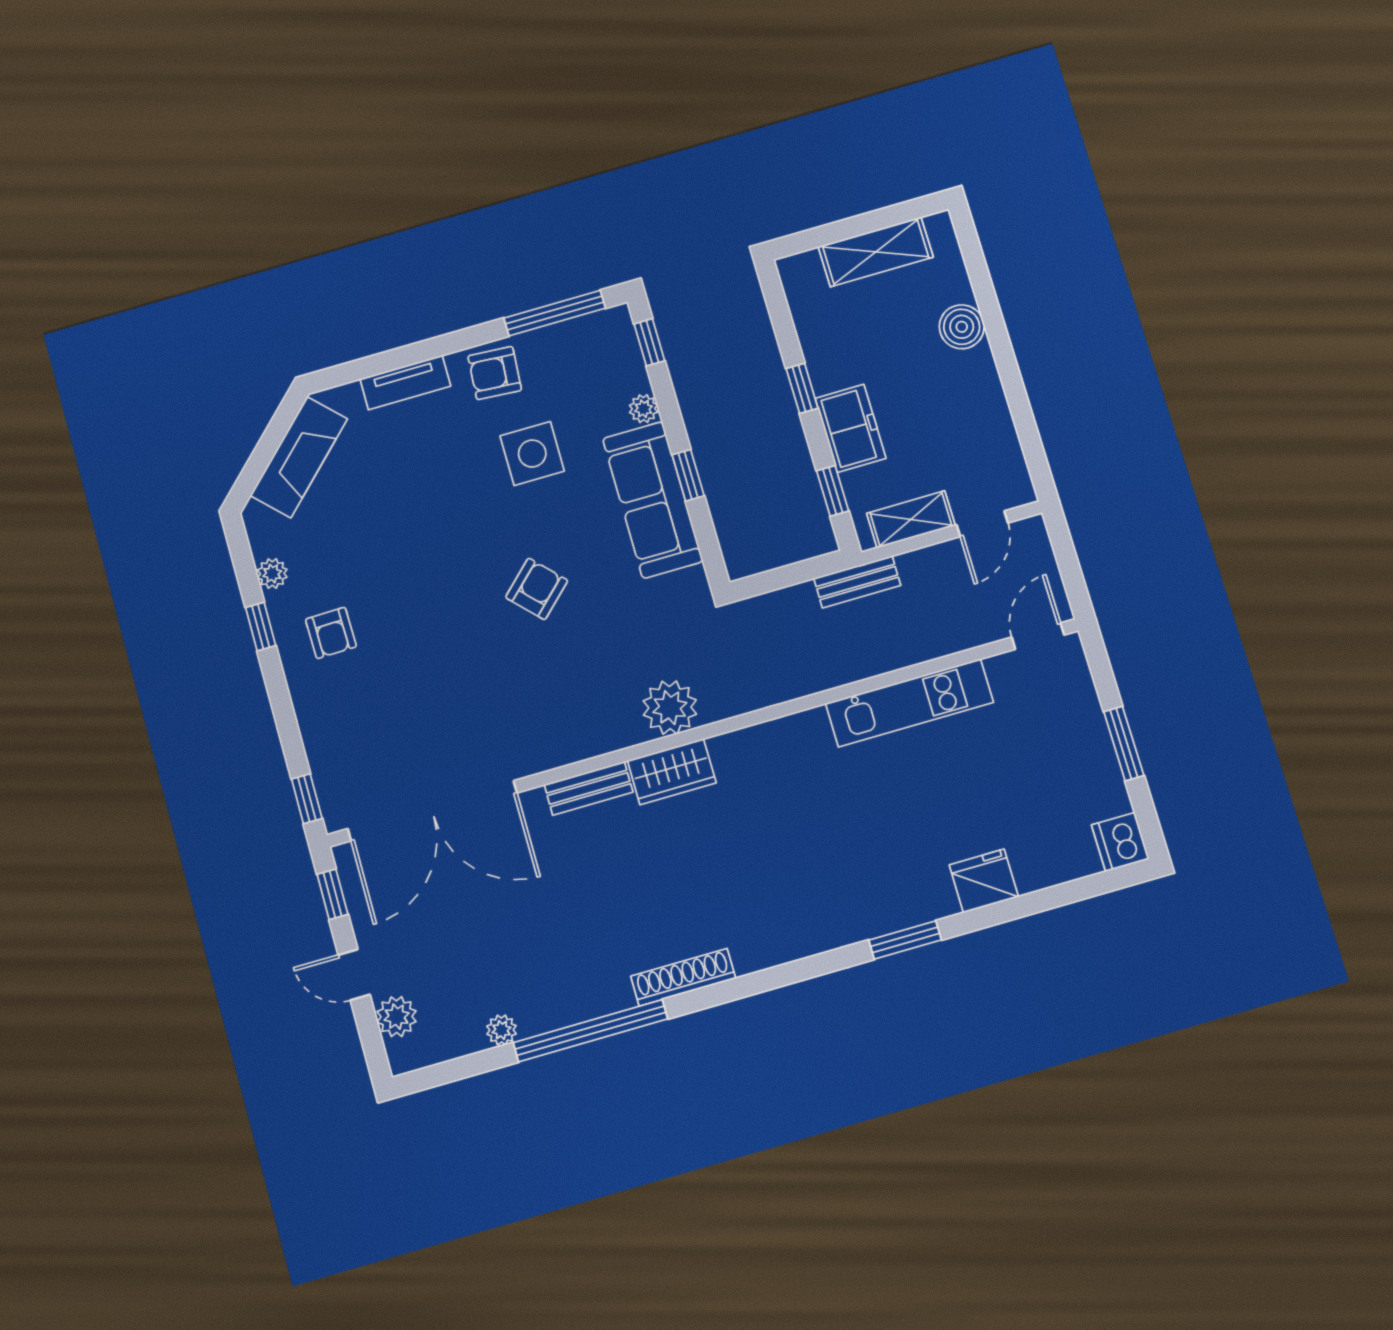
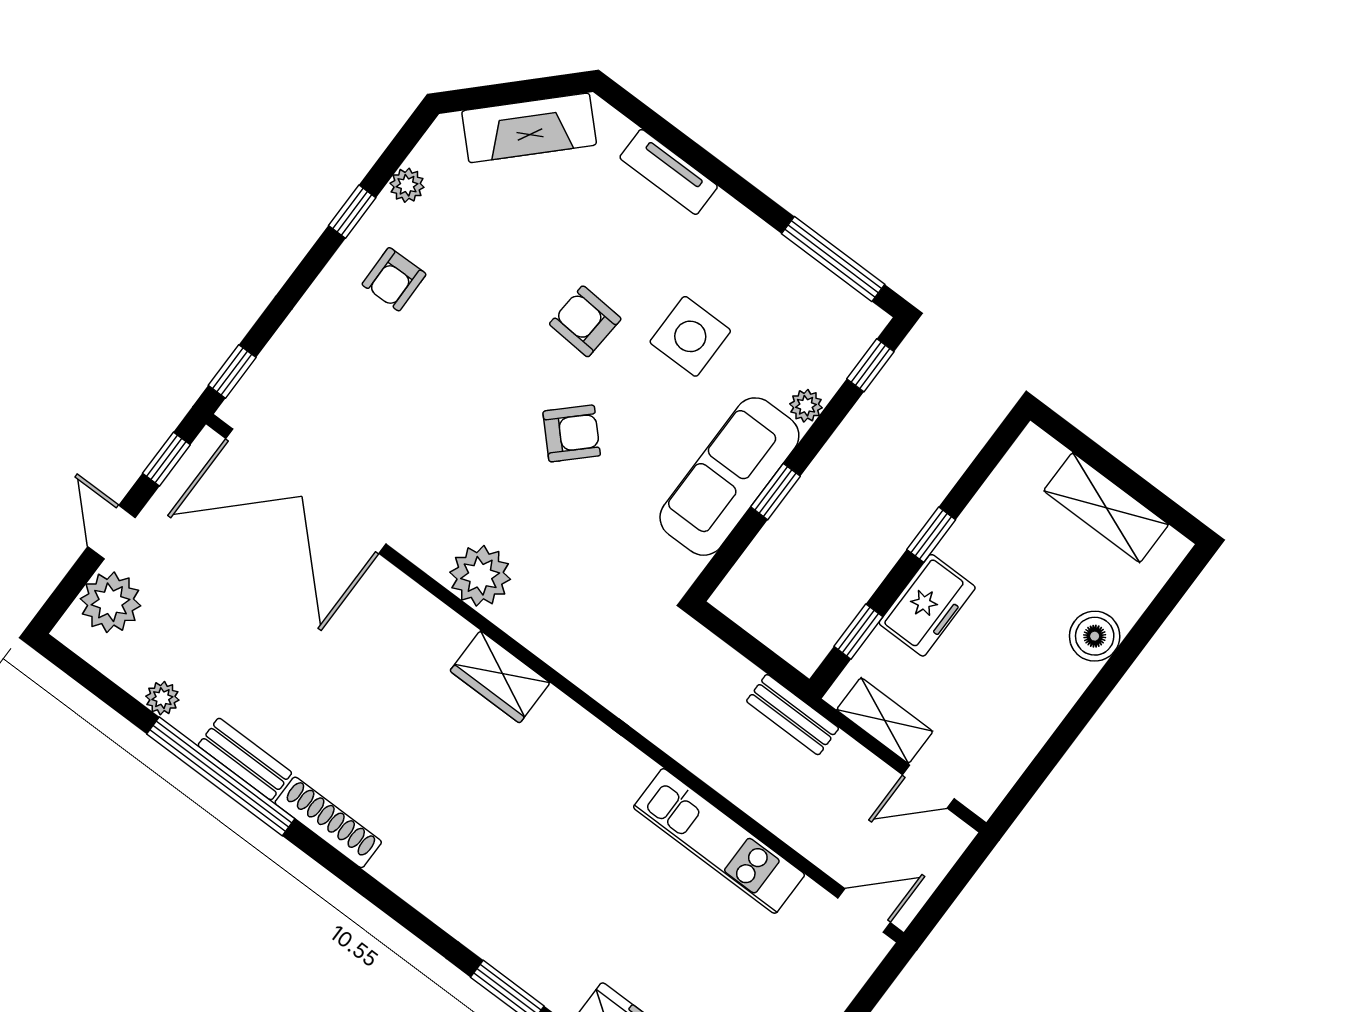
armchair: (495, 373) -> (585, 321), moved
plant: (670, 708) -> (480, 576), moved
bench: (589, 788) -> (245, 759), moved
plant: (397, 1017) -> (110, 602), width x1.36, depth x1.36

